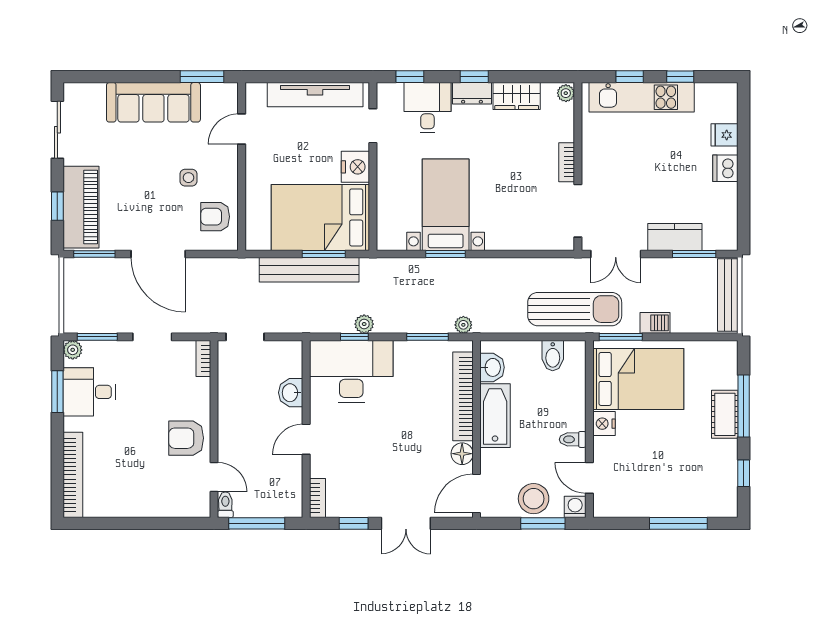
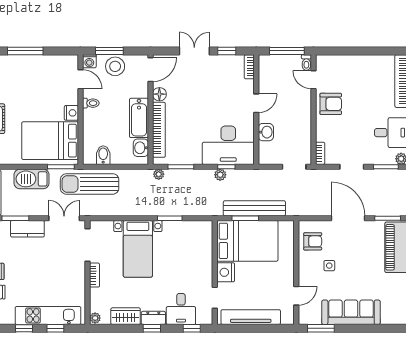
bed with nightstands: (446, 205) -> (138, 249), moved
barbecue: (655, 323) -> (32, 179), width x1.88, depth x1.53

